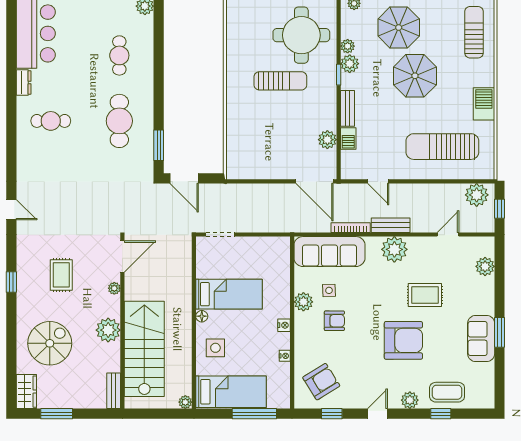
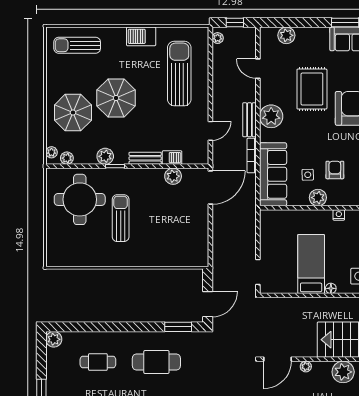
plant: (348, 46) -> (67, 158), moved
sun lounger: (442, 147) -> (179, 73), turned 180
plant: (477, 195) -> (218, 38), width x0.53, depth x0.53
door: (122, 256) -> (277, 359), swing flipped
rug: (425, 295) -> (312, 89), width x1.36, depth x1.43

